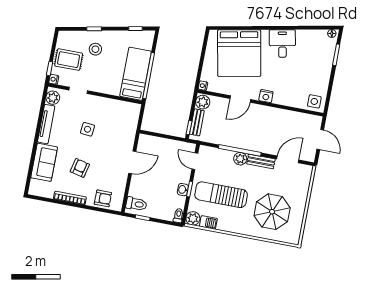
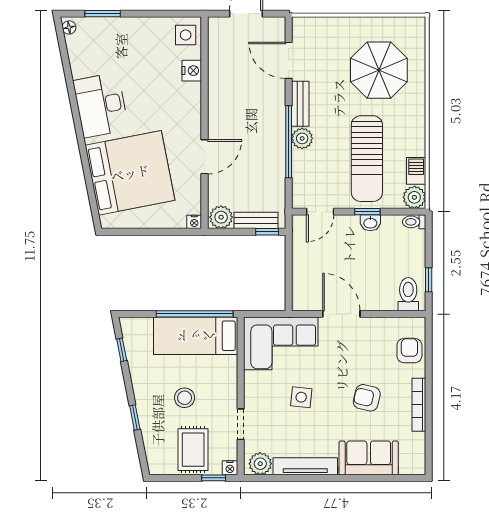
desk: (282, 44) -> (101, 105), width x1.37
stool: (95, 49) -> (185, 398), moved
nightstand: (266, 96) -> (192, 71), moved
door: (240, 99) -> (204, 157), hinge flipped
corner sofa: (122, 123) -> (281, 343), added

